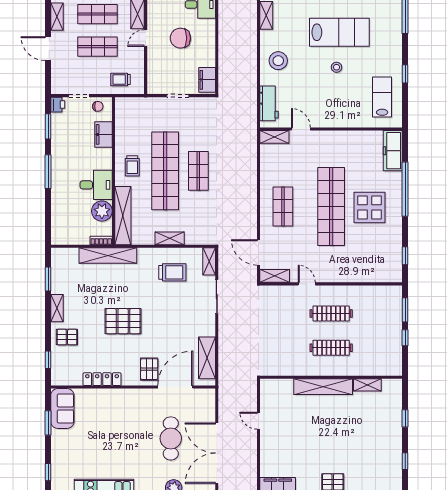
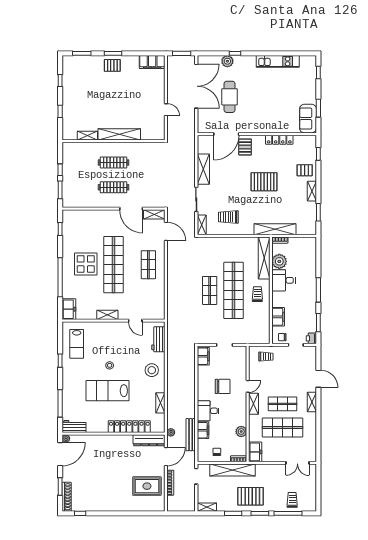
shop shelf: (98, 47) -> (283, 380), removed
shelving: (274, 137) -> (107, 315), moved
freezer: (393, 151) -> (69, 309), width x0.71
shelving: (170, 238) -> (230, 242), removed
door: (307, 284) -> (131, 209), width x1.87
shelving: (207, 358) -> (203, 169), moved

